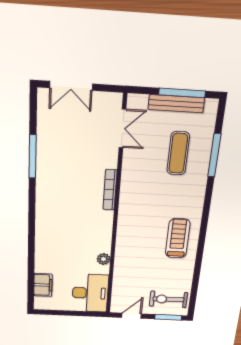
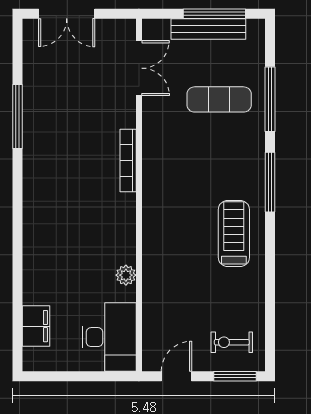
exercise mat: (178, 153) -> (219, 99), turned 90
window: (206, 209) -> (270, 182), added
exercise bike: (168, 299) -> (232, 342), width x0.73, depth x0.72

